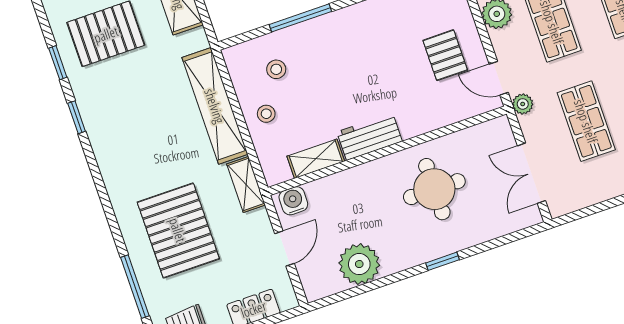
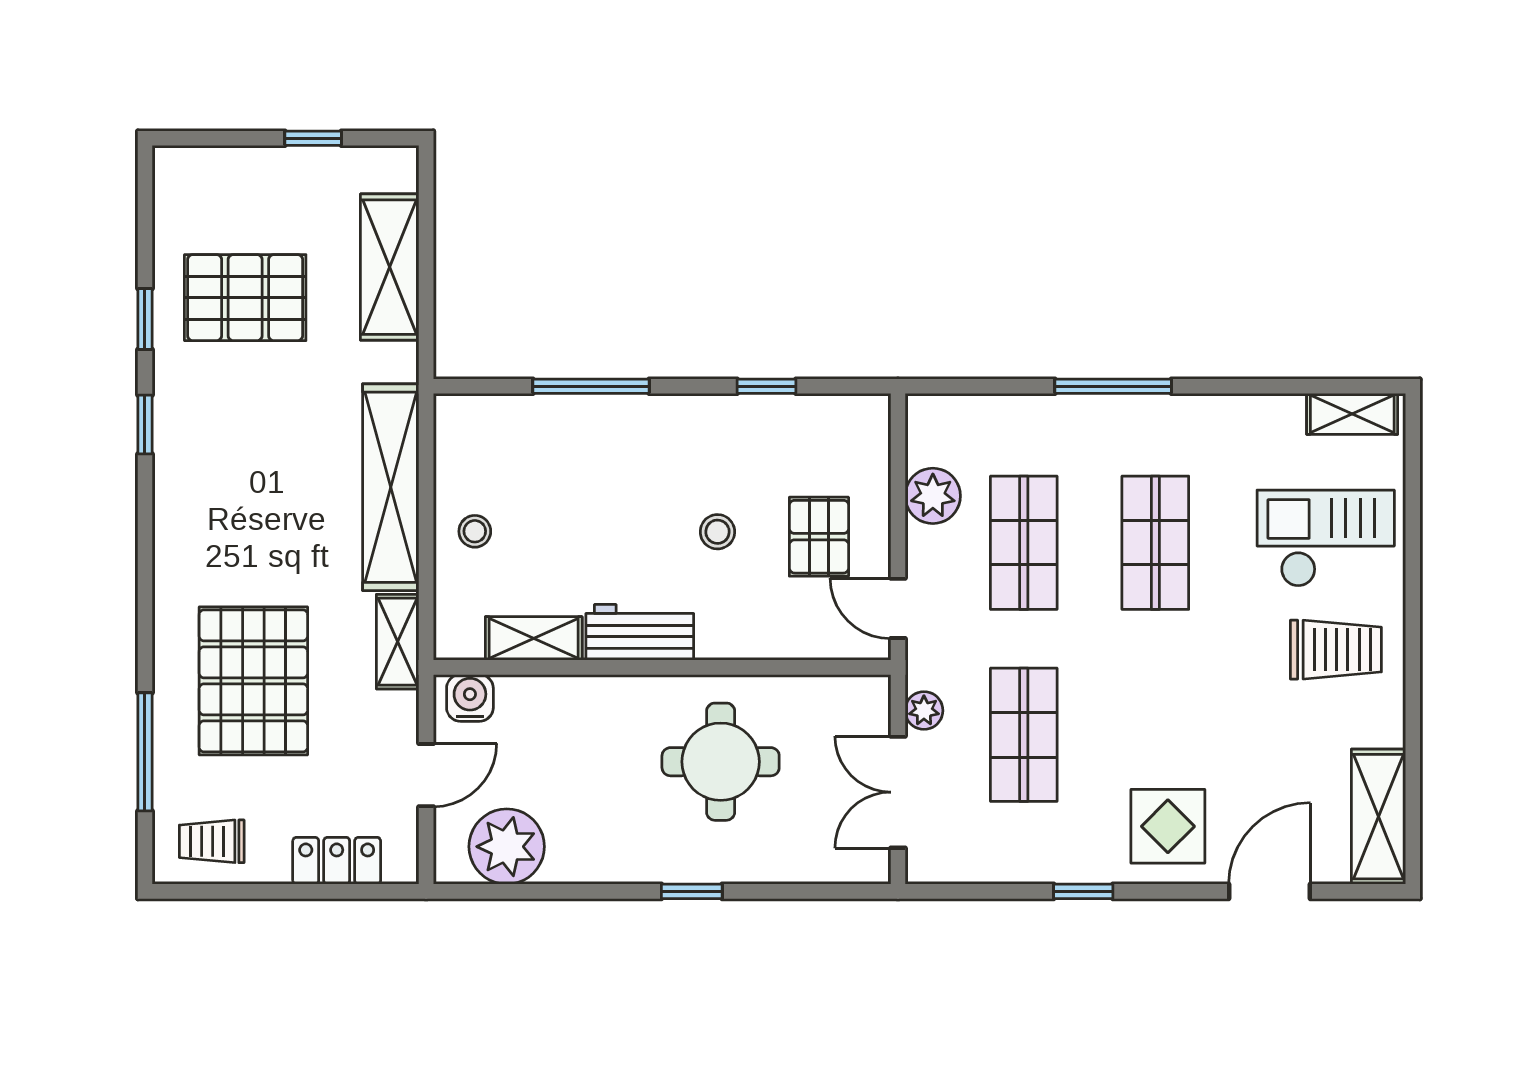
stool: (276, 69) -> (717, 532), moved
plant: (523, 104) -> (924, 711), moved
plant: (359, 264) -> (507, 847), moved

